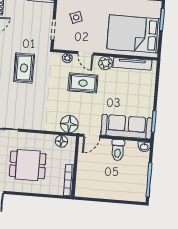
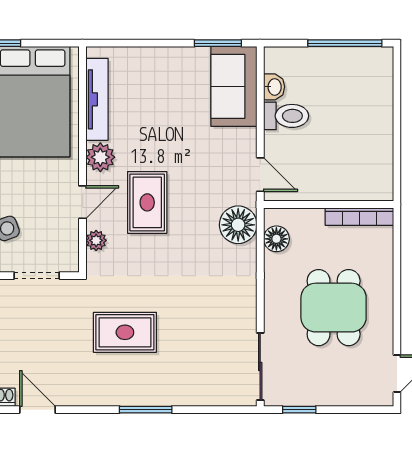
sofa: (127, 127) -> (234, 86), width x0.73
washbasin: (144, 147) -> (274, 87), moved

